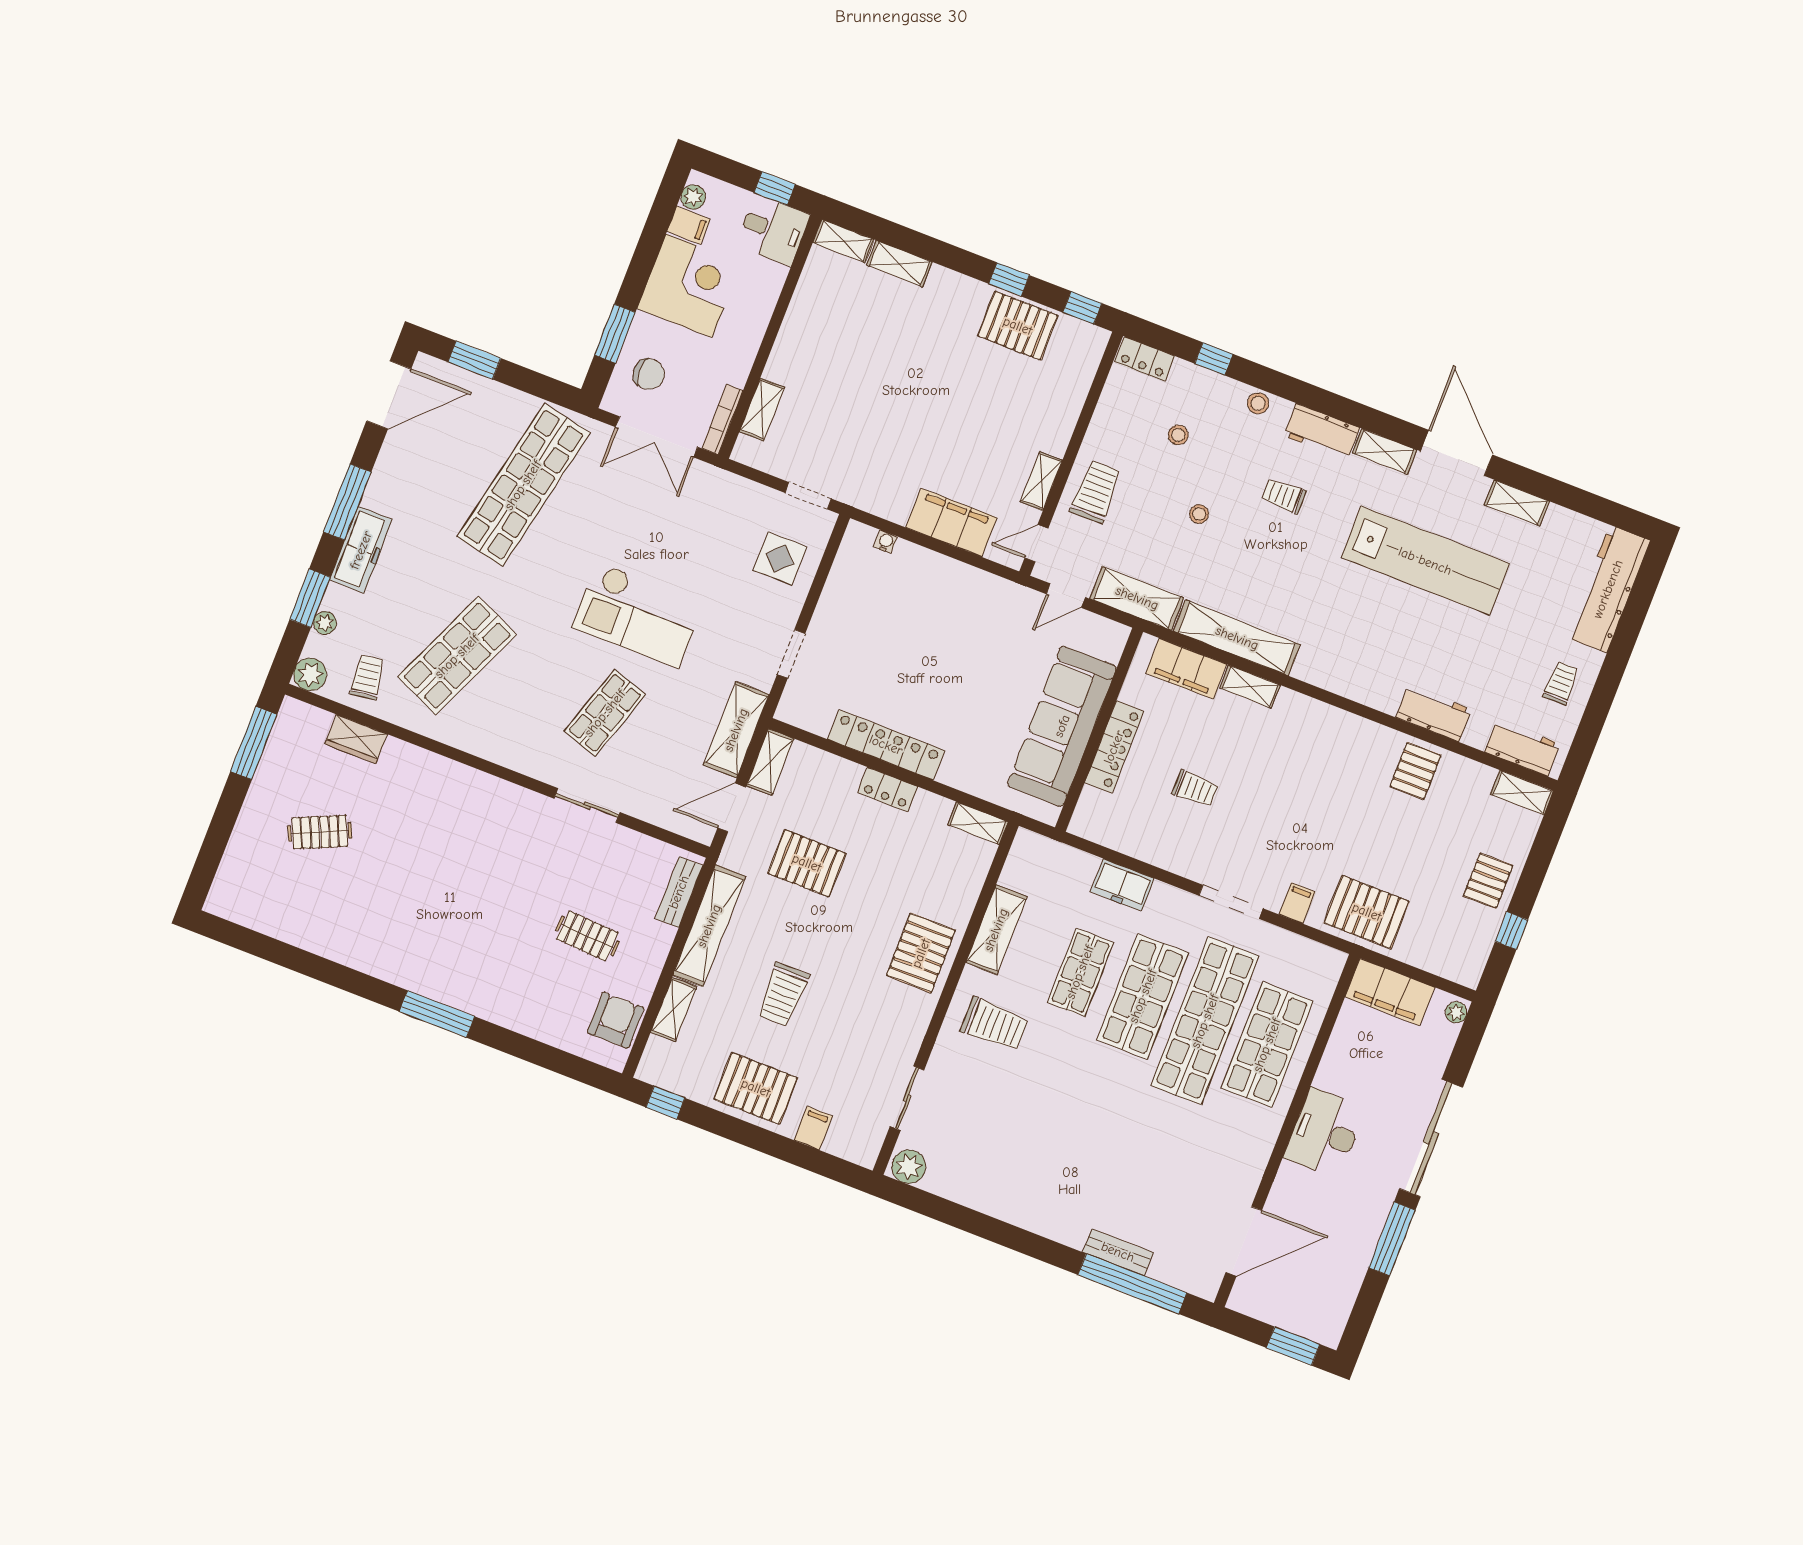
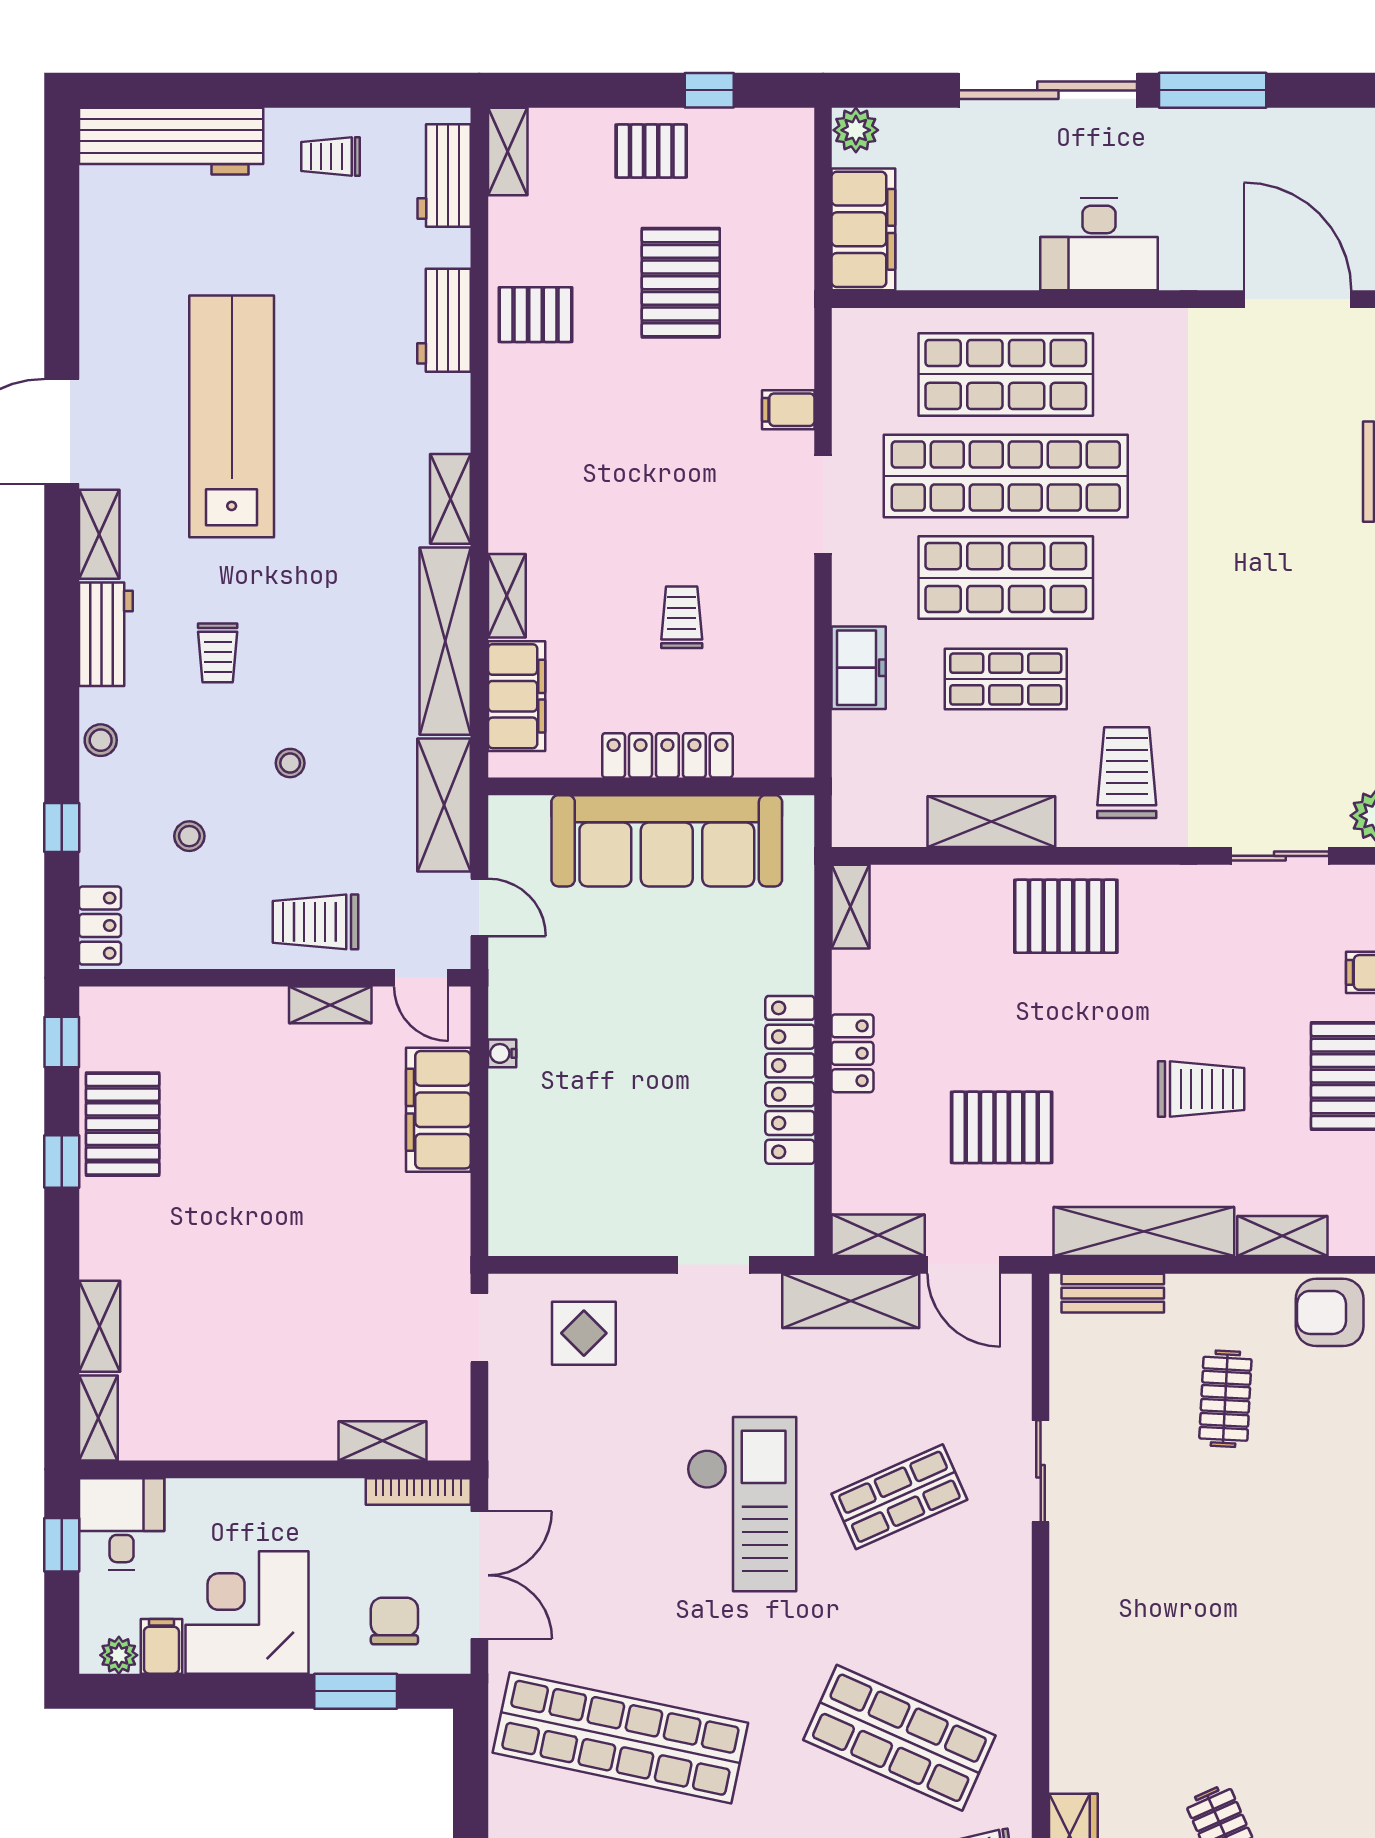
shelving: (1517, 503) -> (450, 499), moved
water cooler: (886, 542) -> (502, 1053), moved
shop shelf: (605, 713) -> (899, 1497), turned -42
pallet: (807, 863) -> (1002, 1127), turned 90
pallet: (1367, 912) -> (681, 283), moved
plant: (1456, 1012) -> (856, 130), width x1.38, depth x1.38

